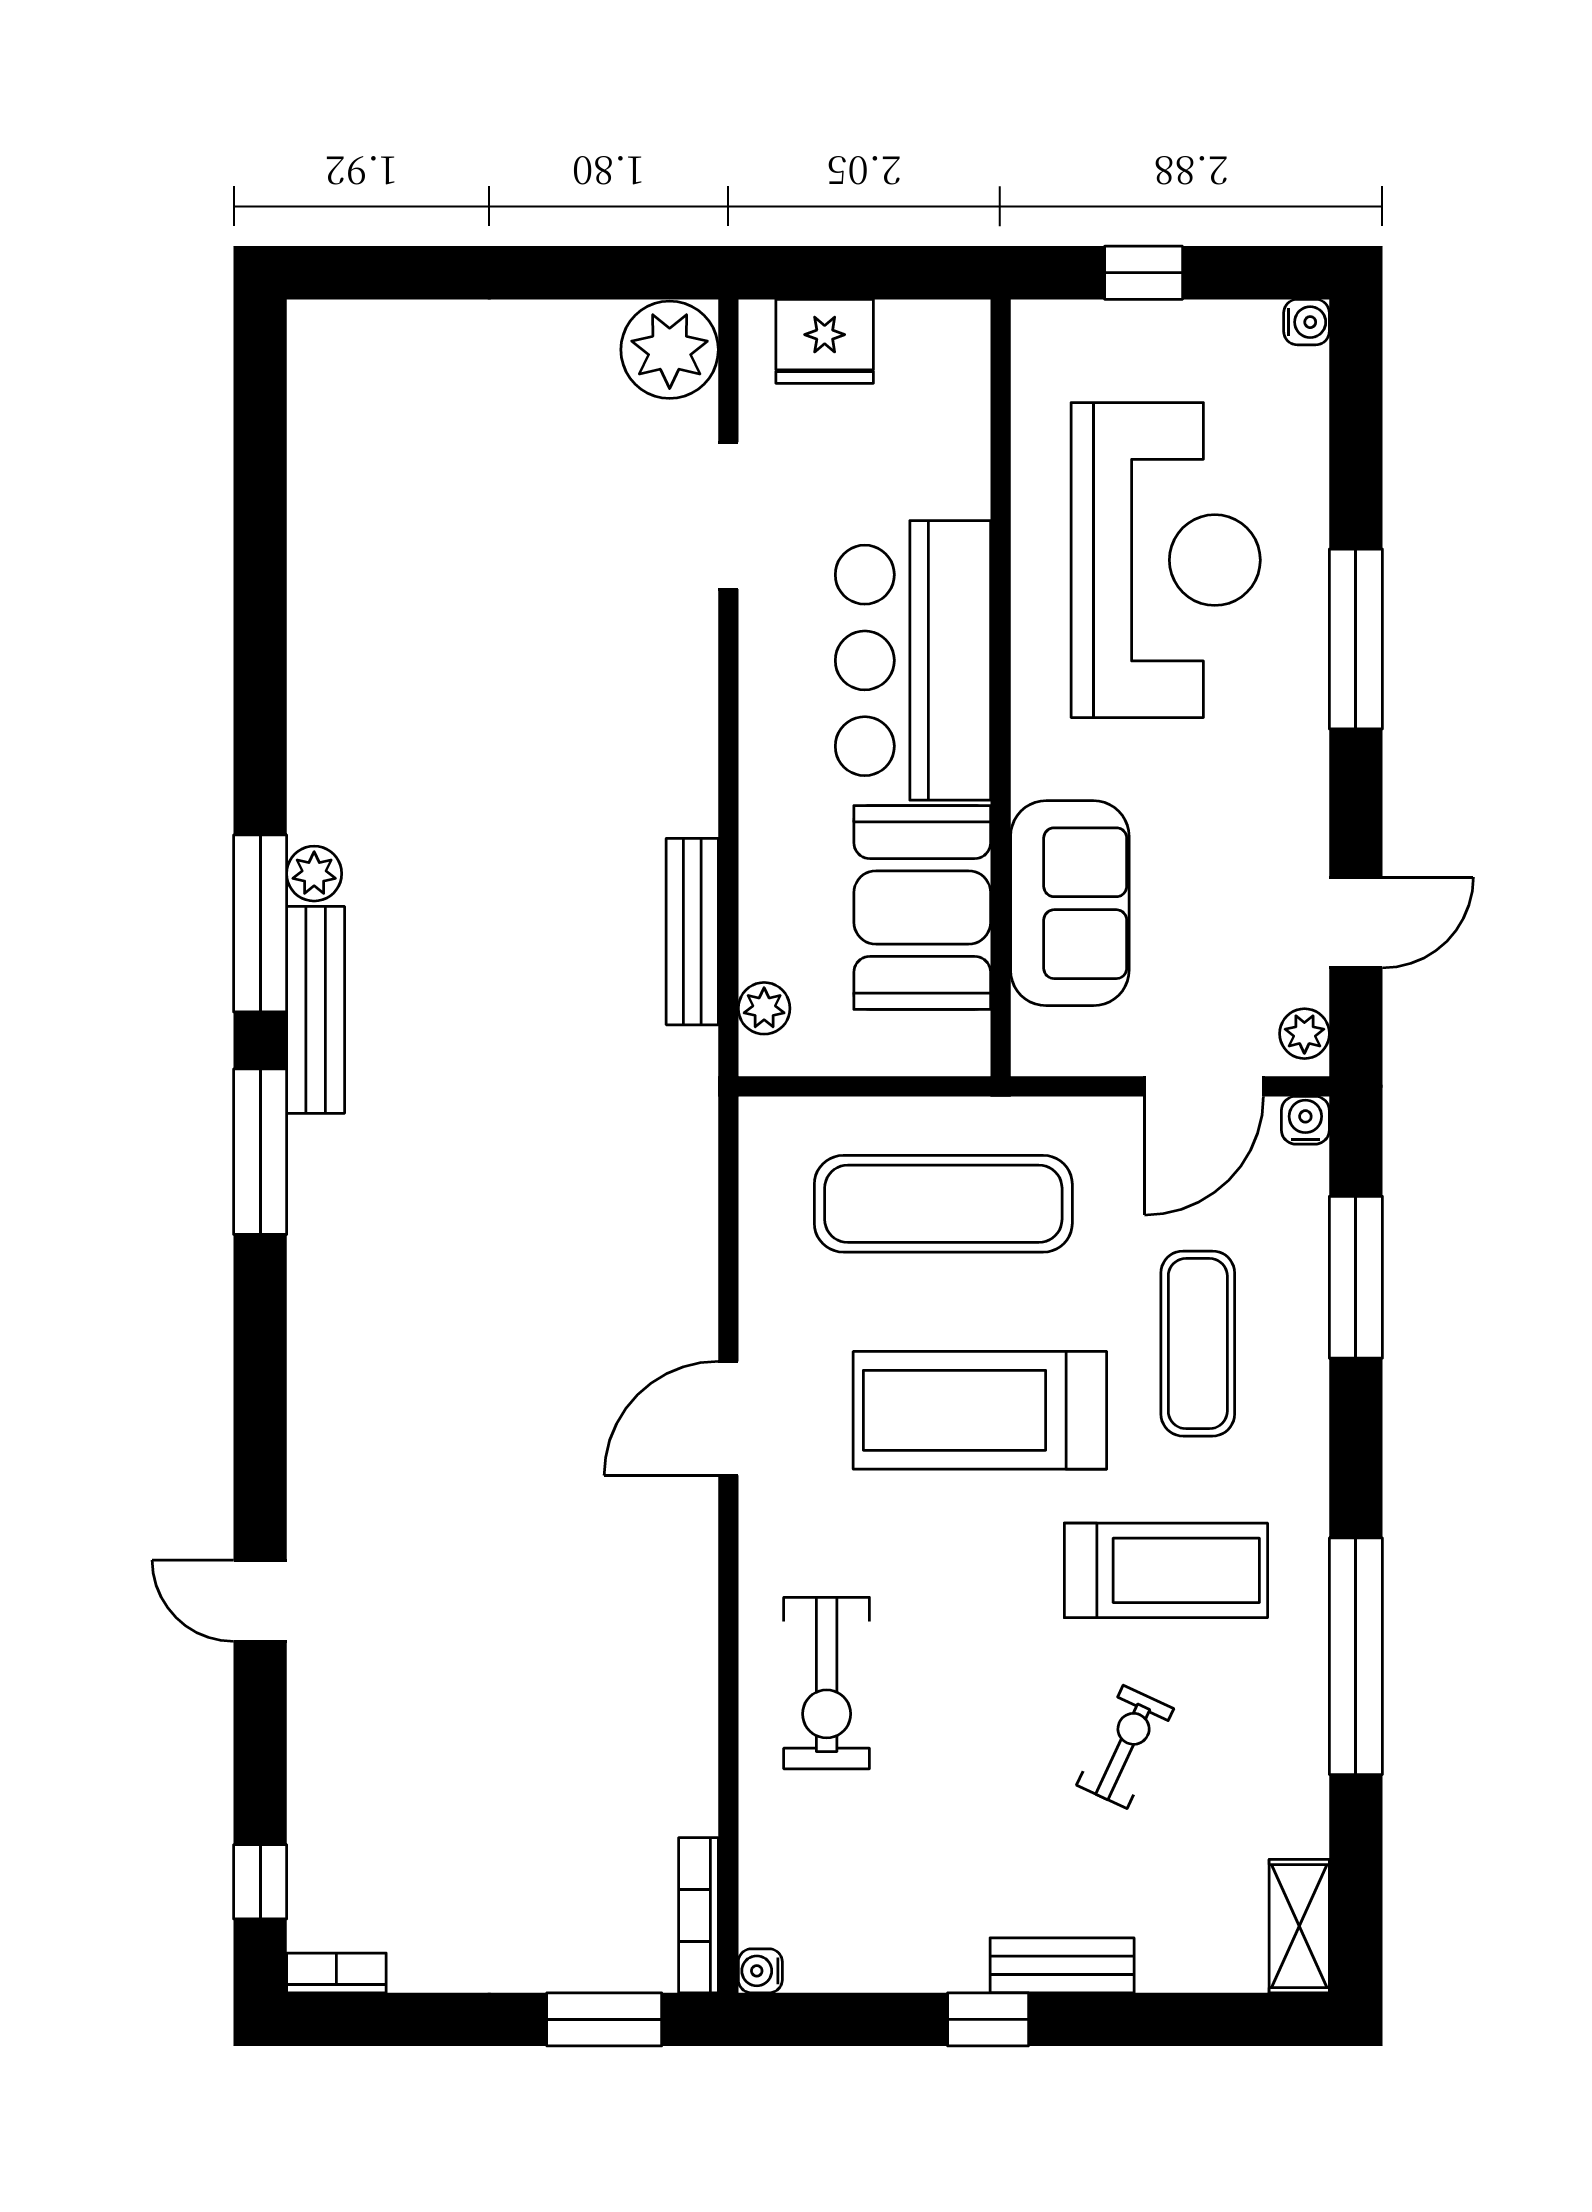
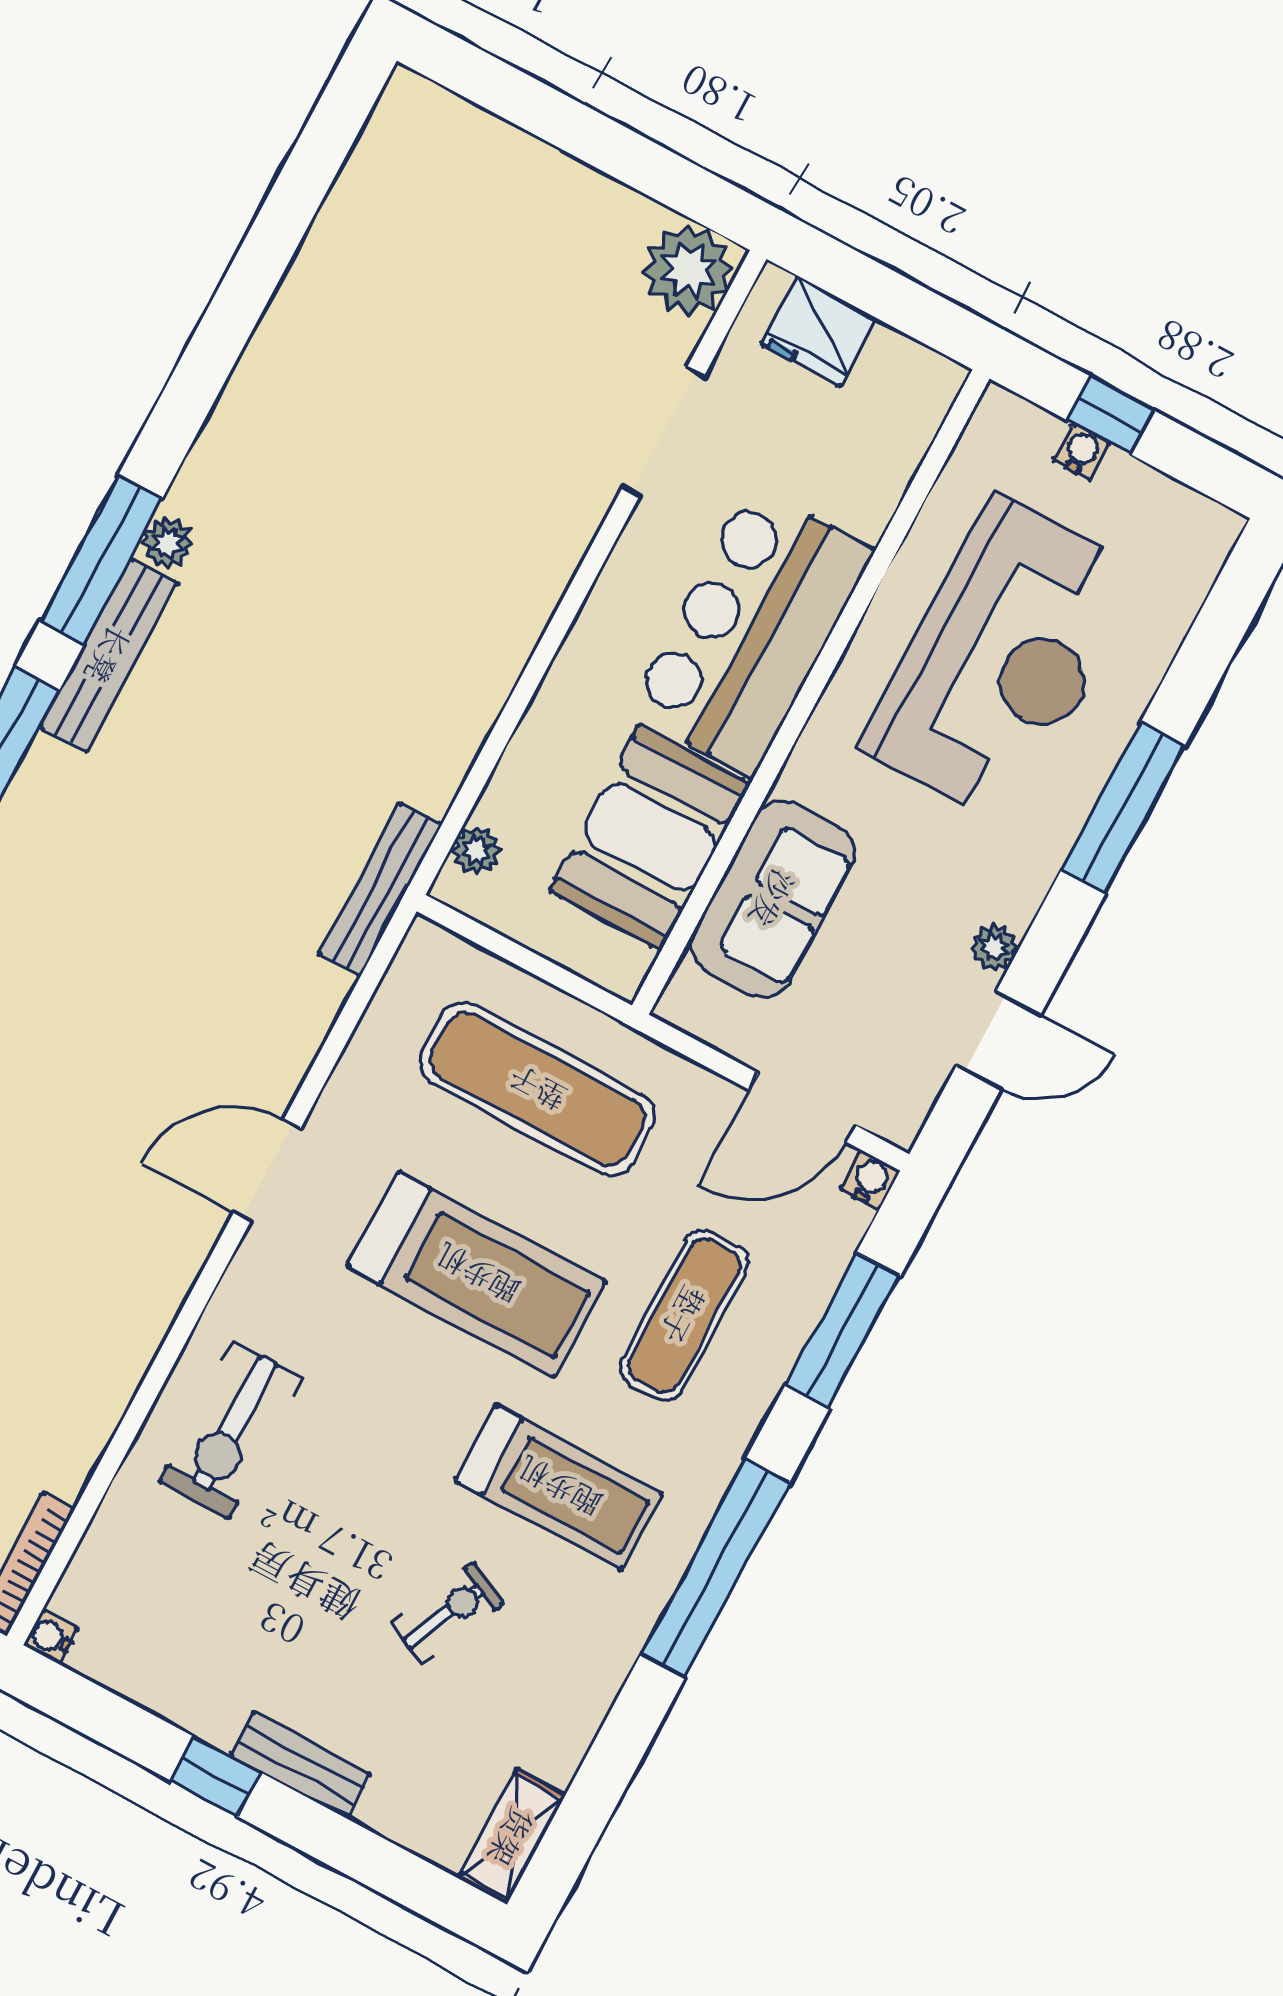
water cooler: (1307, 322) -> (1082, 452), moved, turned -90
bench: (692, 932) -> (380, 889), moved
plant: (1304, 1034) -> (994, 947), moved
treadmill: (980, 1410) -> (477, 1274), turned 180
window: (1356, 1656) -> (715, 1568), moved

